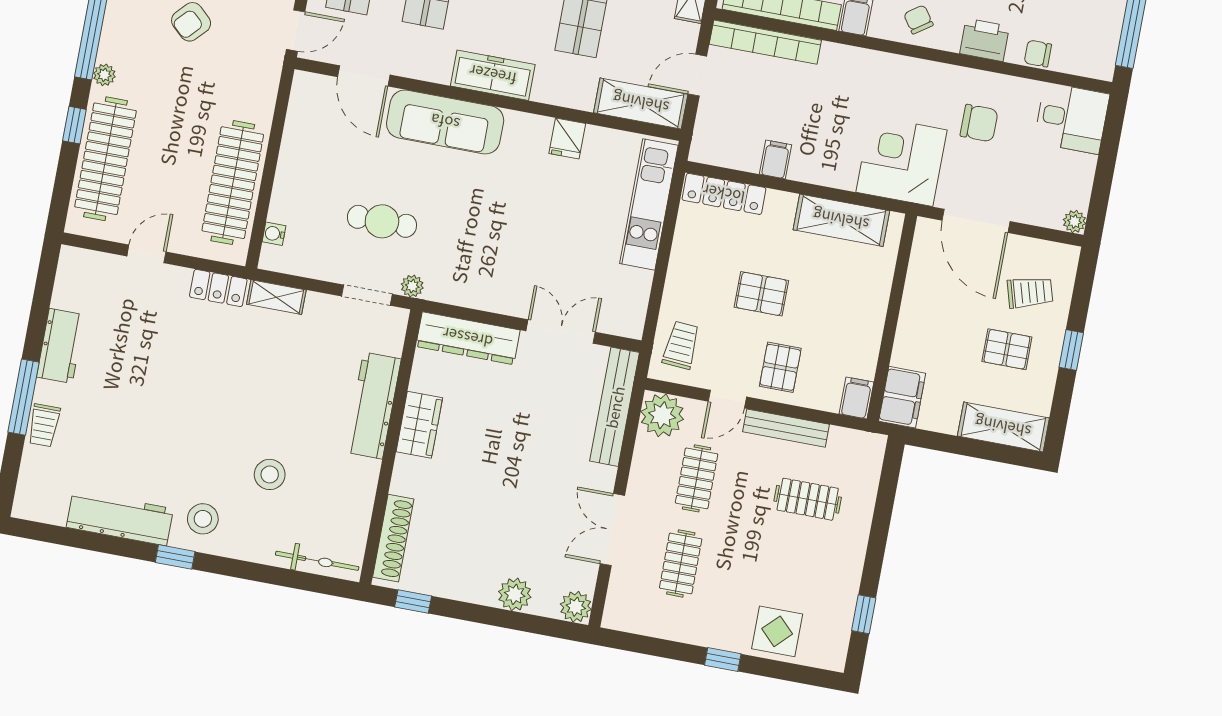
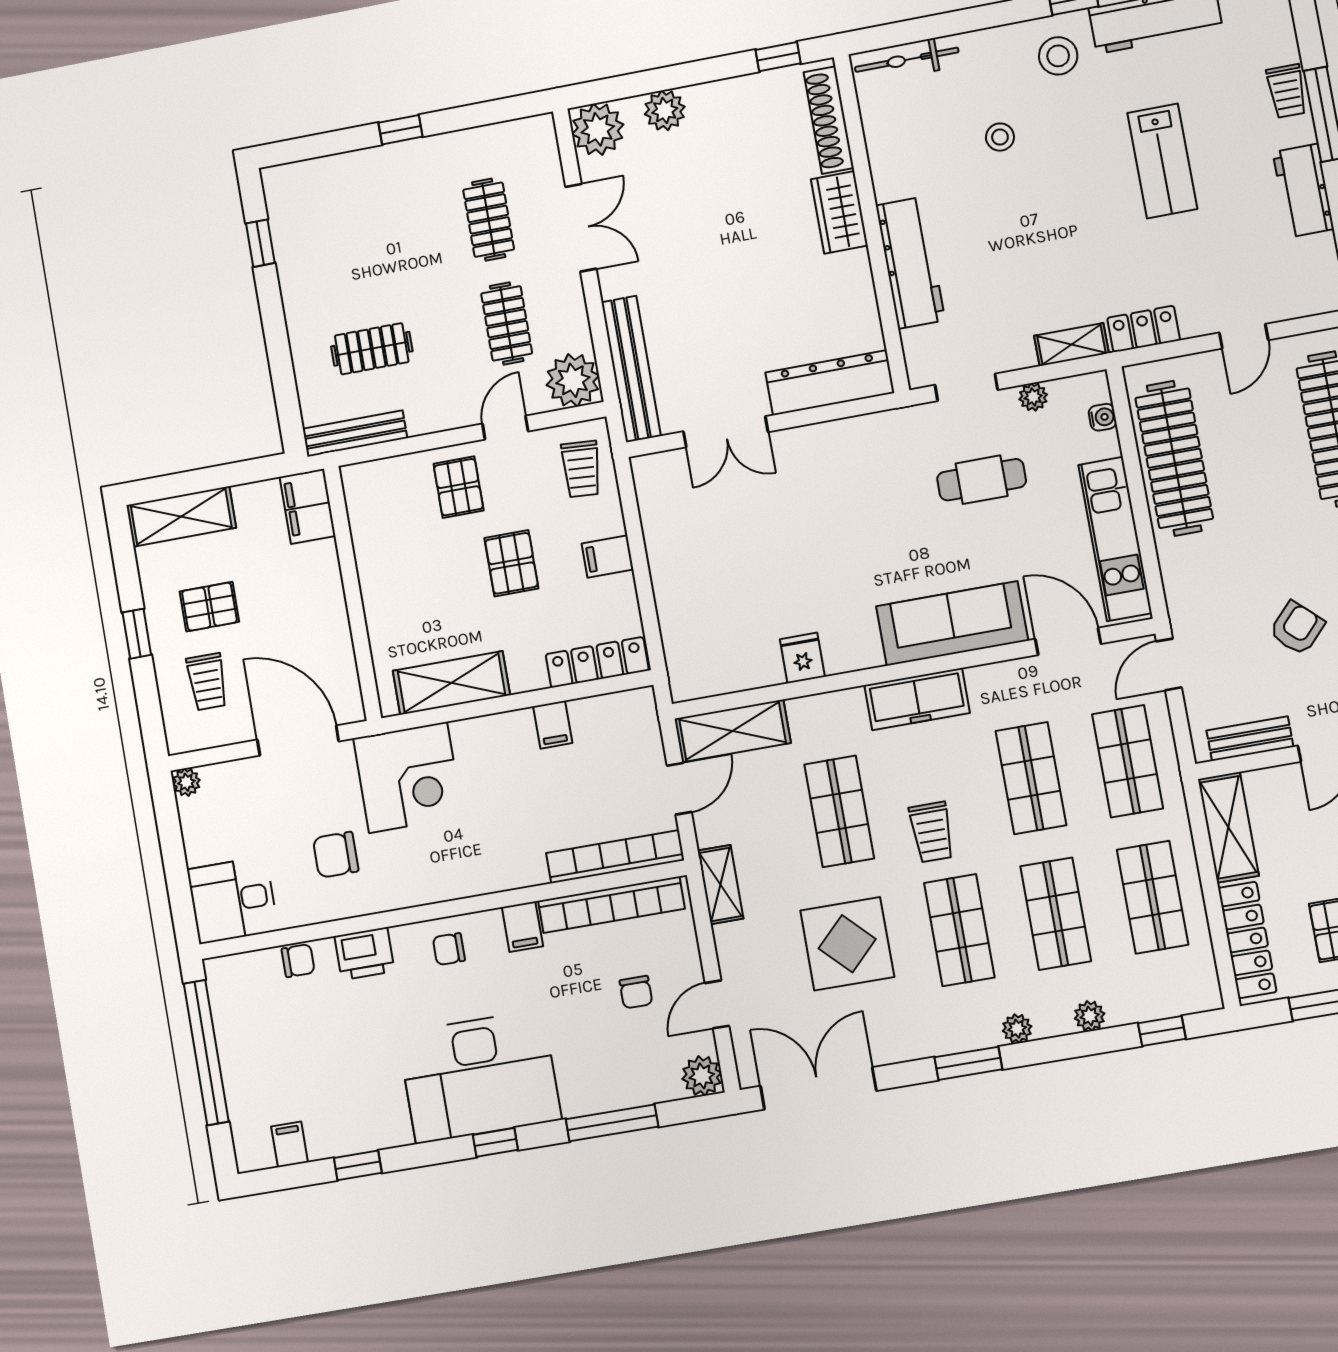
chair: (918, 19) -> (449, 949), turned 125
kitchen unit: (649, 204) -> (1115, 539), moved, turned 180
plant: (412, 286) -> (1033, 397), moved
trolley: (1030, 292) -> (207, 682), turned -74
pallet: (761, 294) -> (511, 563), turned 90
filing cabinet: (856, 398) -> (608, 557), moved, turned 90
lab bench: (156, 409) -> (1162, 161), added
trolley: (44, 425) -> (1287, 91), turned 180
wardrobe: (419, 425) -> (839, 212), moved
bench: (786, 428) -> (355, 434), moved
stool: (270, 474) -> (1000, 137), width x0.73, depth x0.73
plant: (576, 607) -> (598, 129), width x1.36, depth x1.36
display table: (777, 631) -> (351, 186), removed

